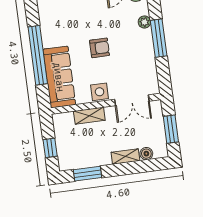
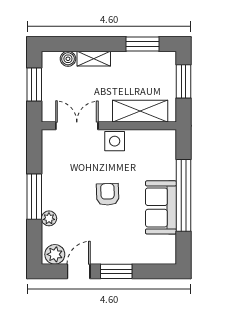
armchair: (100, 48) -> (108, 194), turned 88
sofa: (59, 77) -> (161, 207), moved, width x0.73
shelving: (89, 116) -> (140, 111), width x1.50, depth x1.33
window: (50, 148) -> (184, 81), width x1.50

